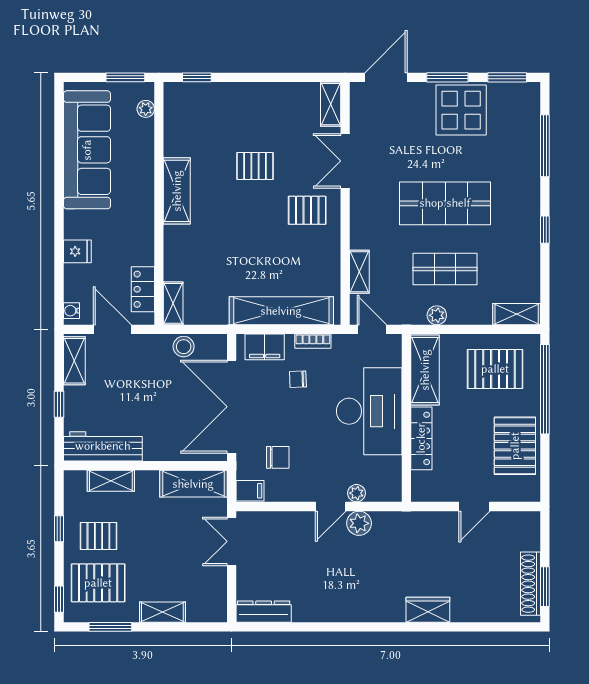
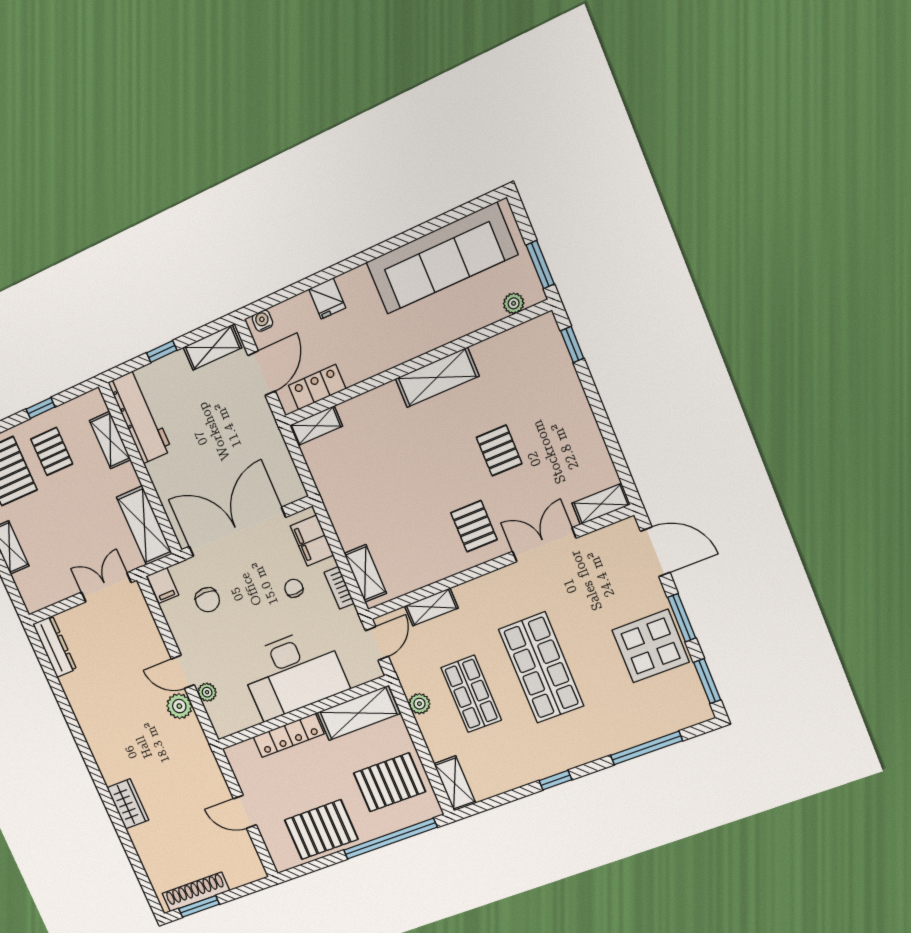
shelving: (281, 311) -> (365, 573), width x0.45, depth x0.75
stool: (184, 347) -> (276, 456), removed
pallet: (495, 369) -> (389, 782), turned 90

